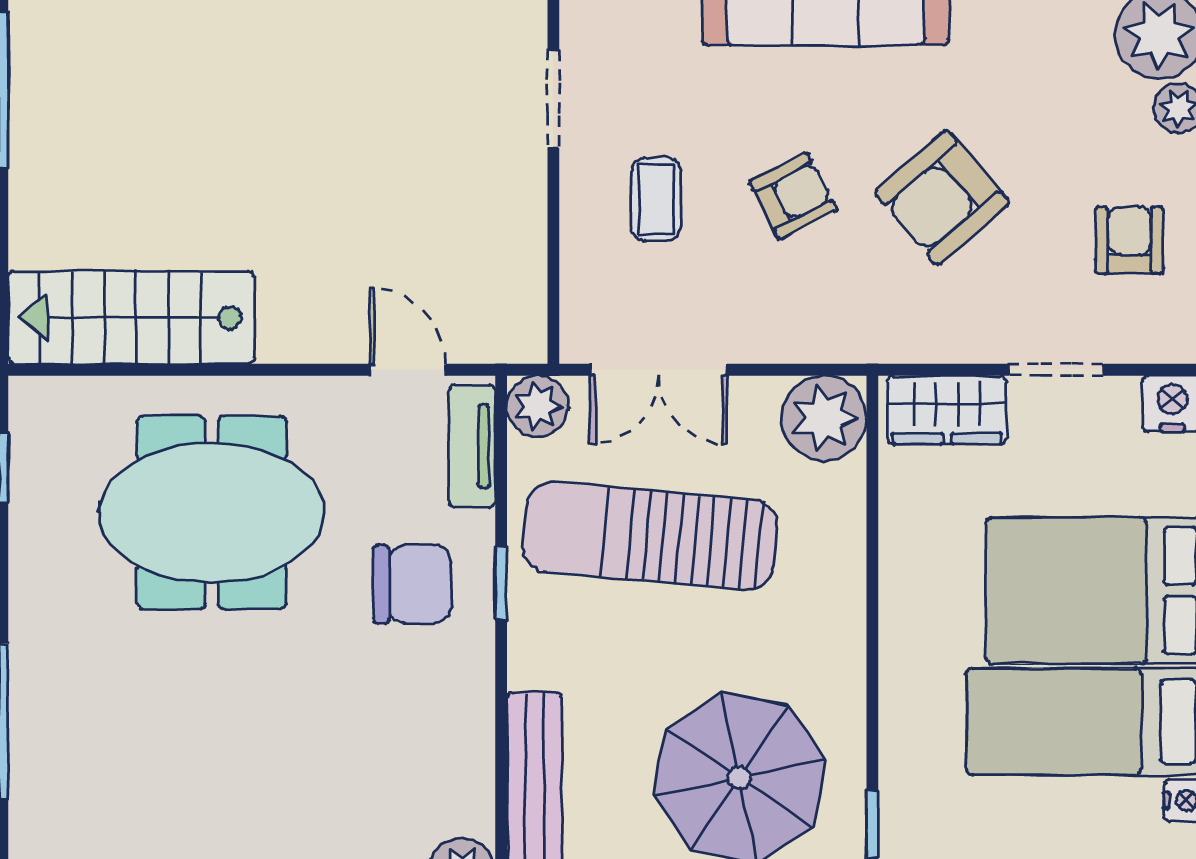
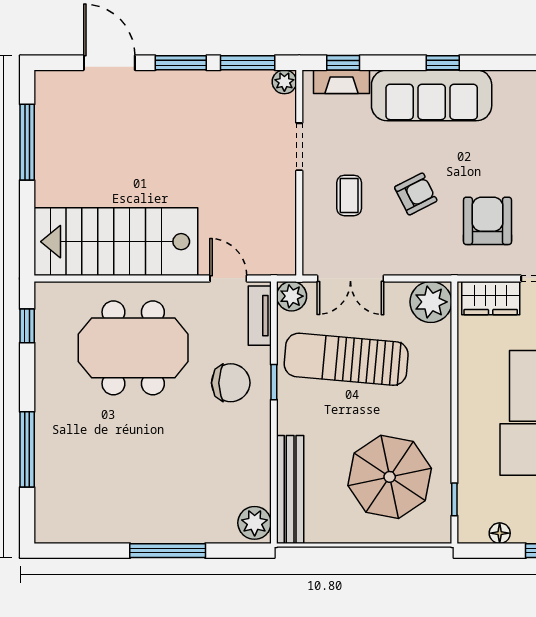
armchair: (942, 198) -> (487, 221), moved, turned 131
stairs: (131, 317) -> (116, 242), width x1.36, depth x1.51

